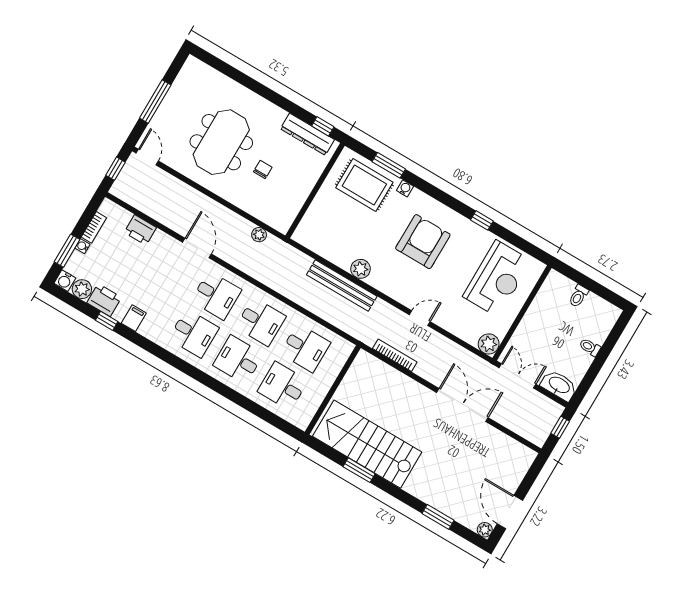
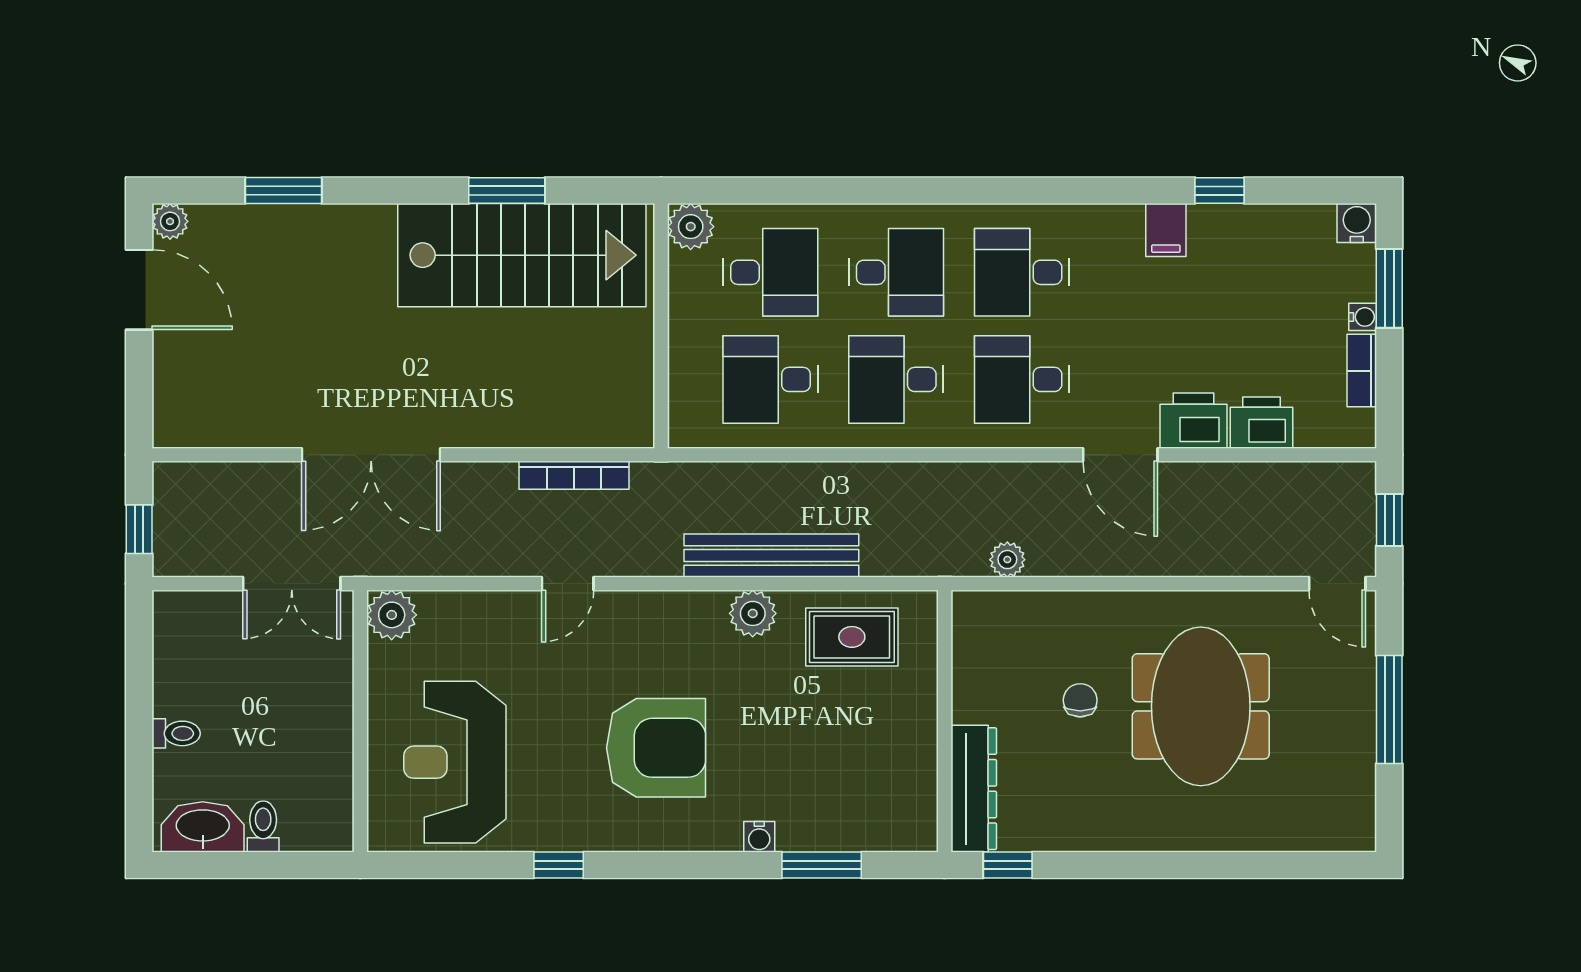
dresser: (307, 134) -> (974, 789), moved, turned 90
chair: (263, 170) -> (1080, 700), turned 180
rug: (364, 185) -> (852, 637), moved, width x0.73, depth x0.70
armchair: (423, 242) -> (656, 748), turned -90
plant: (82, 289) -> (691, 227), moved
printer: (104, 300) -> (1193, 421), moved, turned 180
washbasin: (559, 385) -> (203, 827), moved, turned 180

